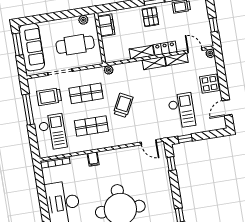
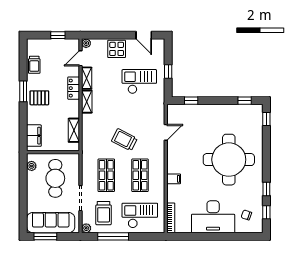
filing cabinet: (106, 25) -> (34, 136), moved, turned 90
shelving: (142, 52) -> (74, 130), moved
plant: (109, 70) -> (86, 228), moved
window: (185, 139) -> (168, 72), moved
door: (149, 142) -> (166, 132), moved

